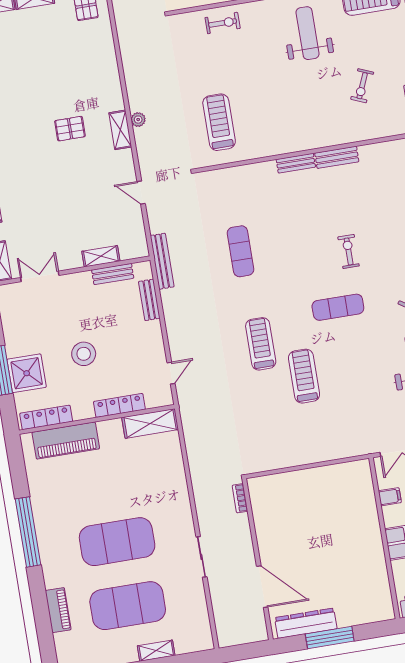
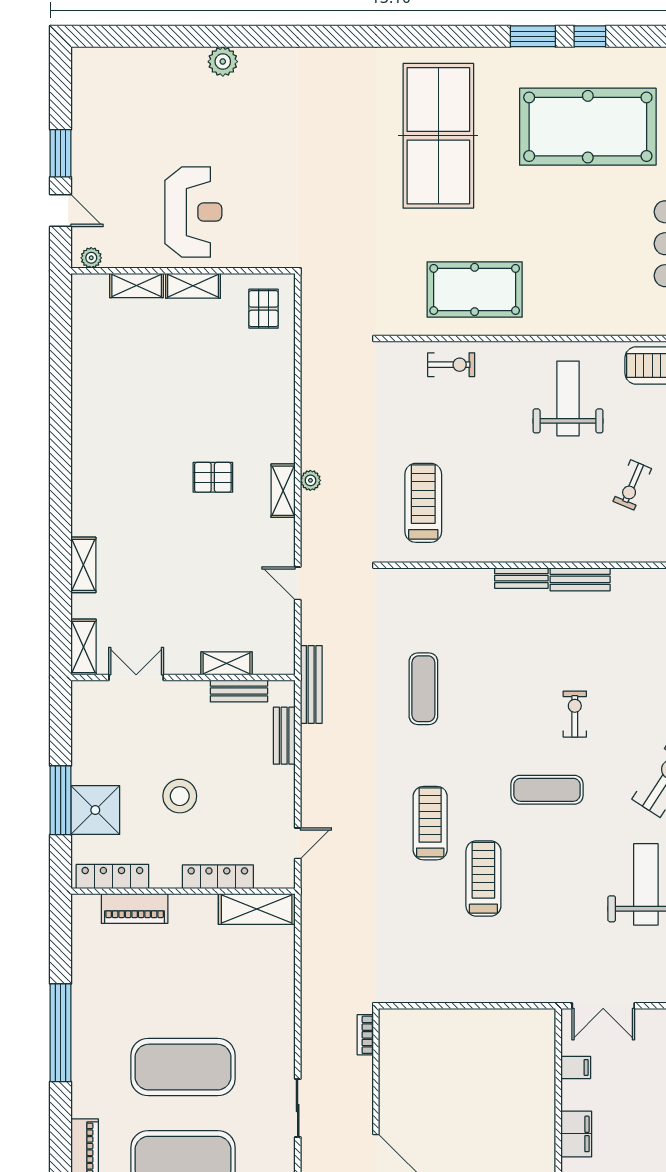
piano: (66, 441) -> (135, 909), width x0.73, depth x0.75

